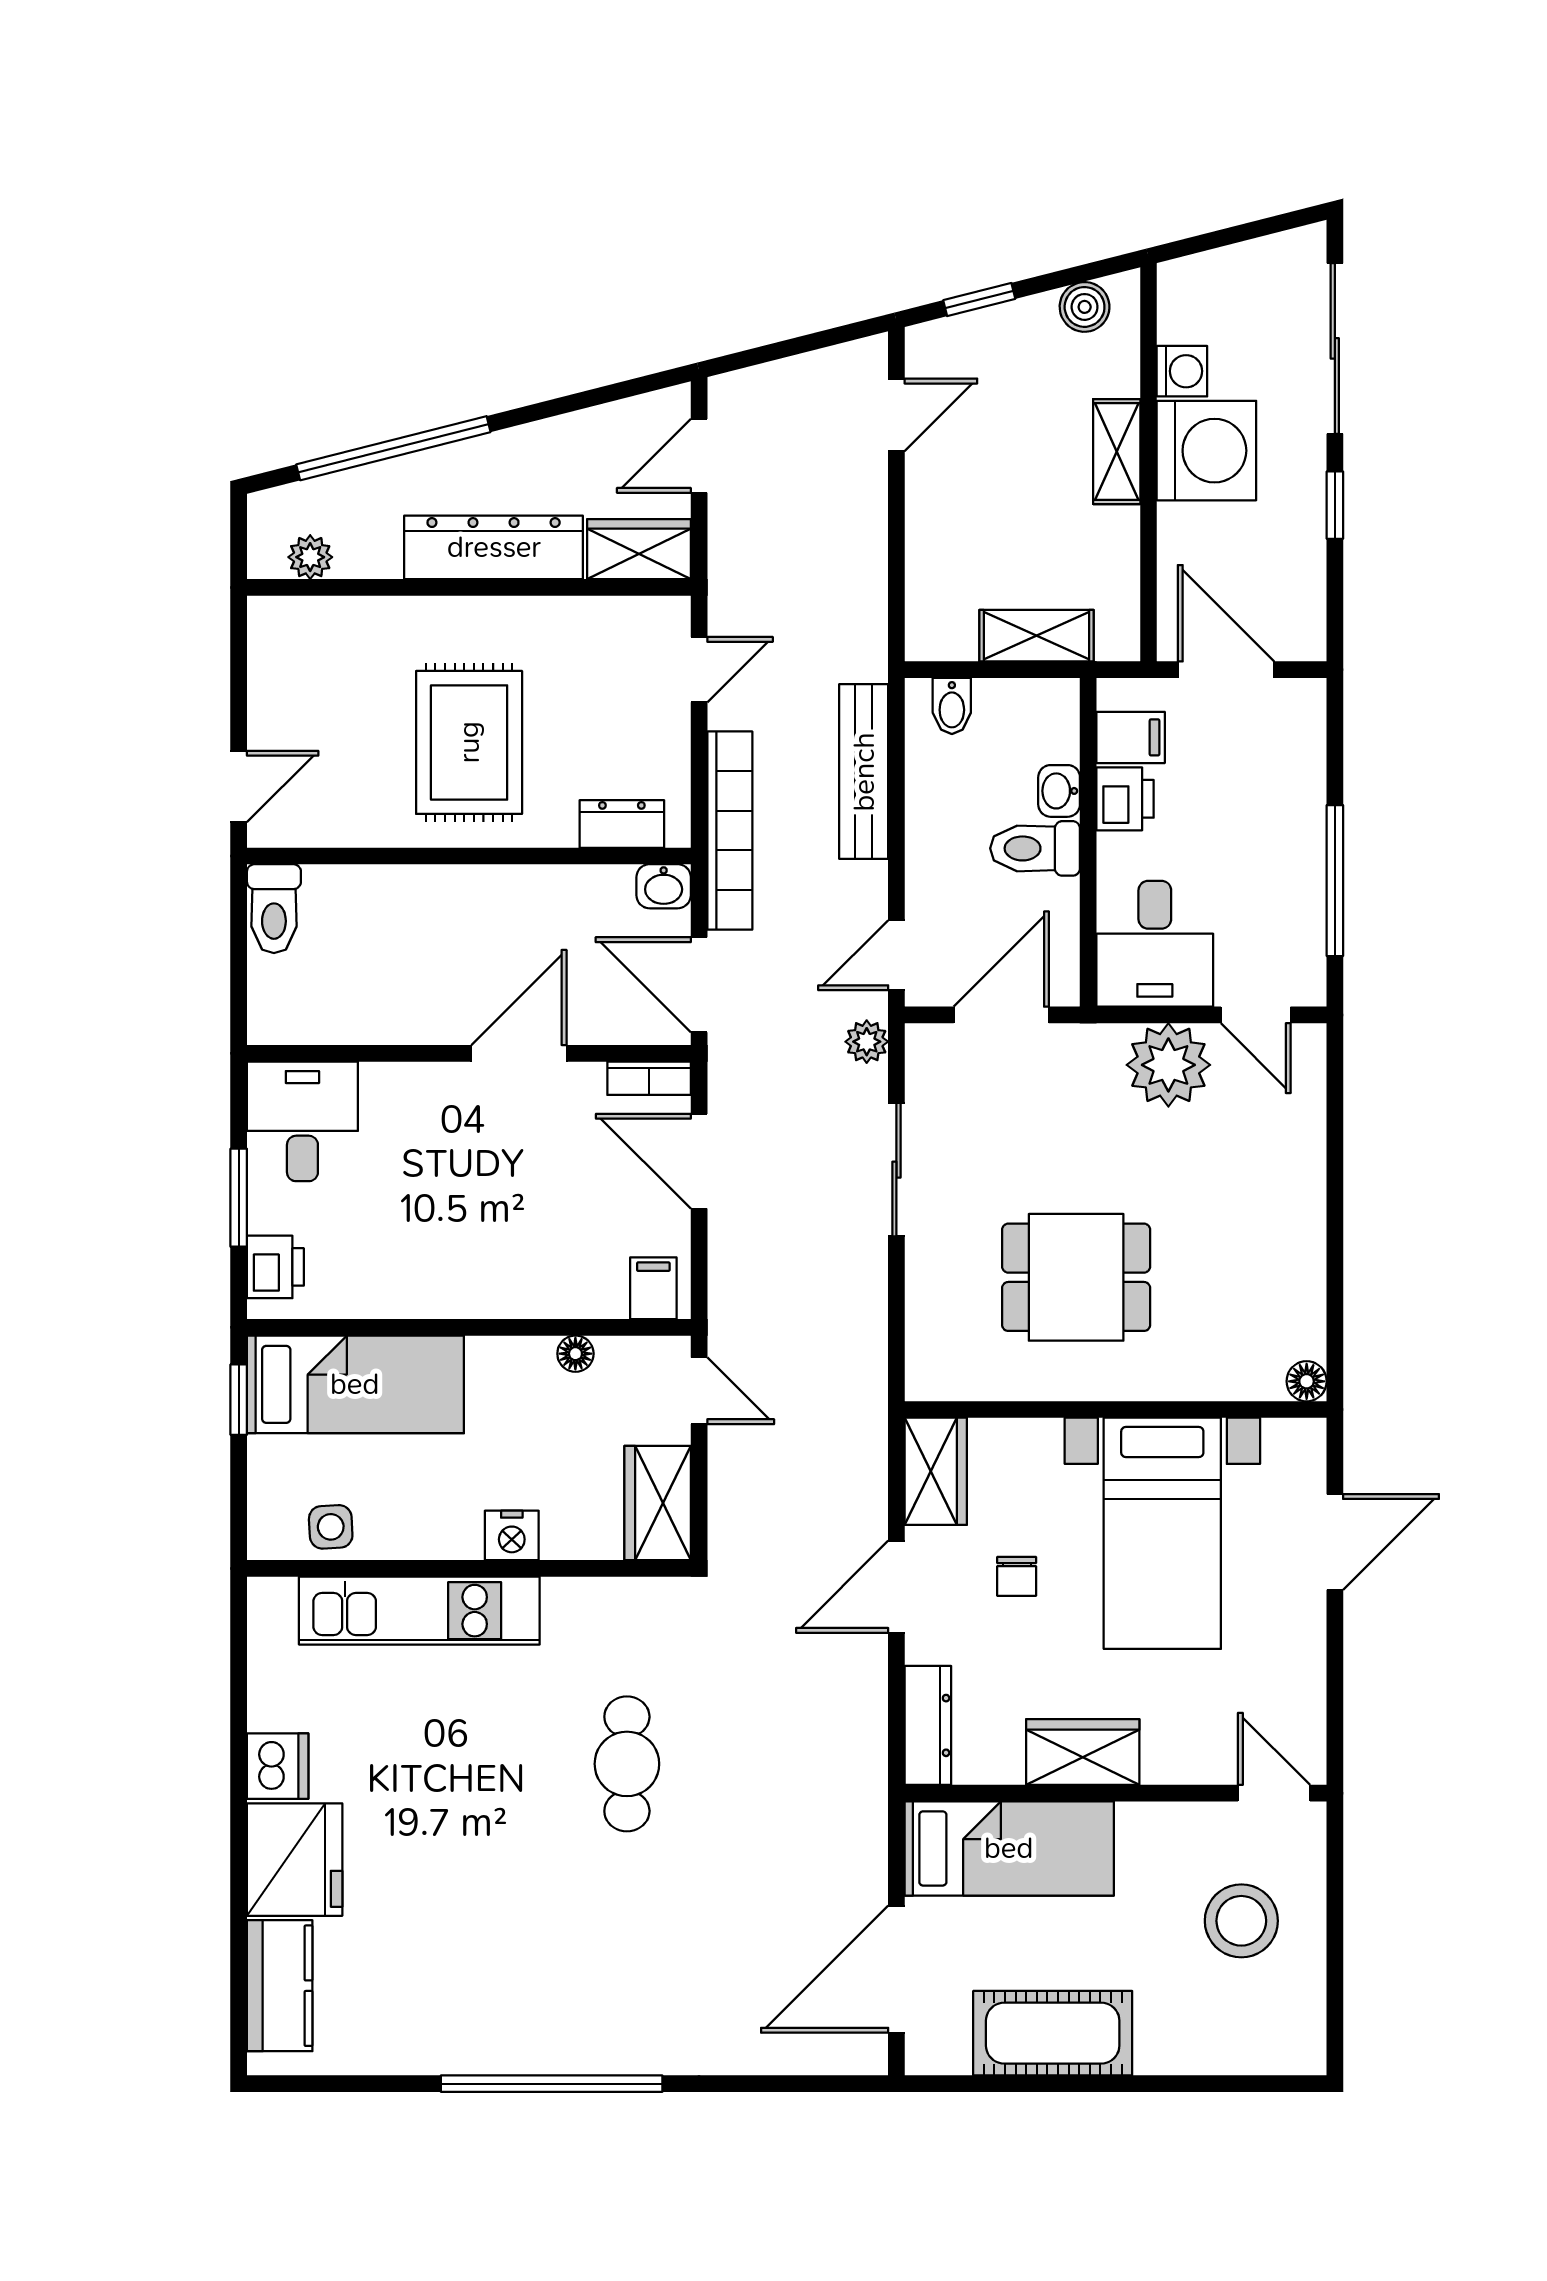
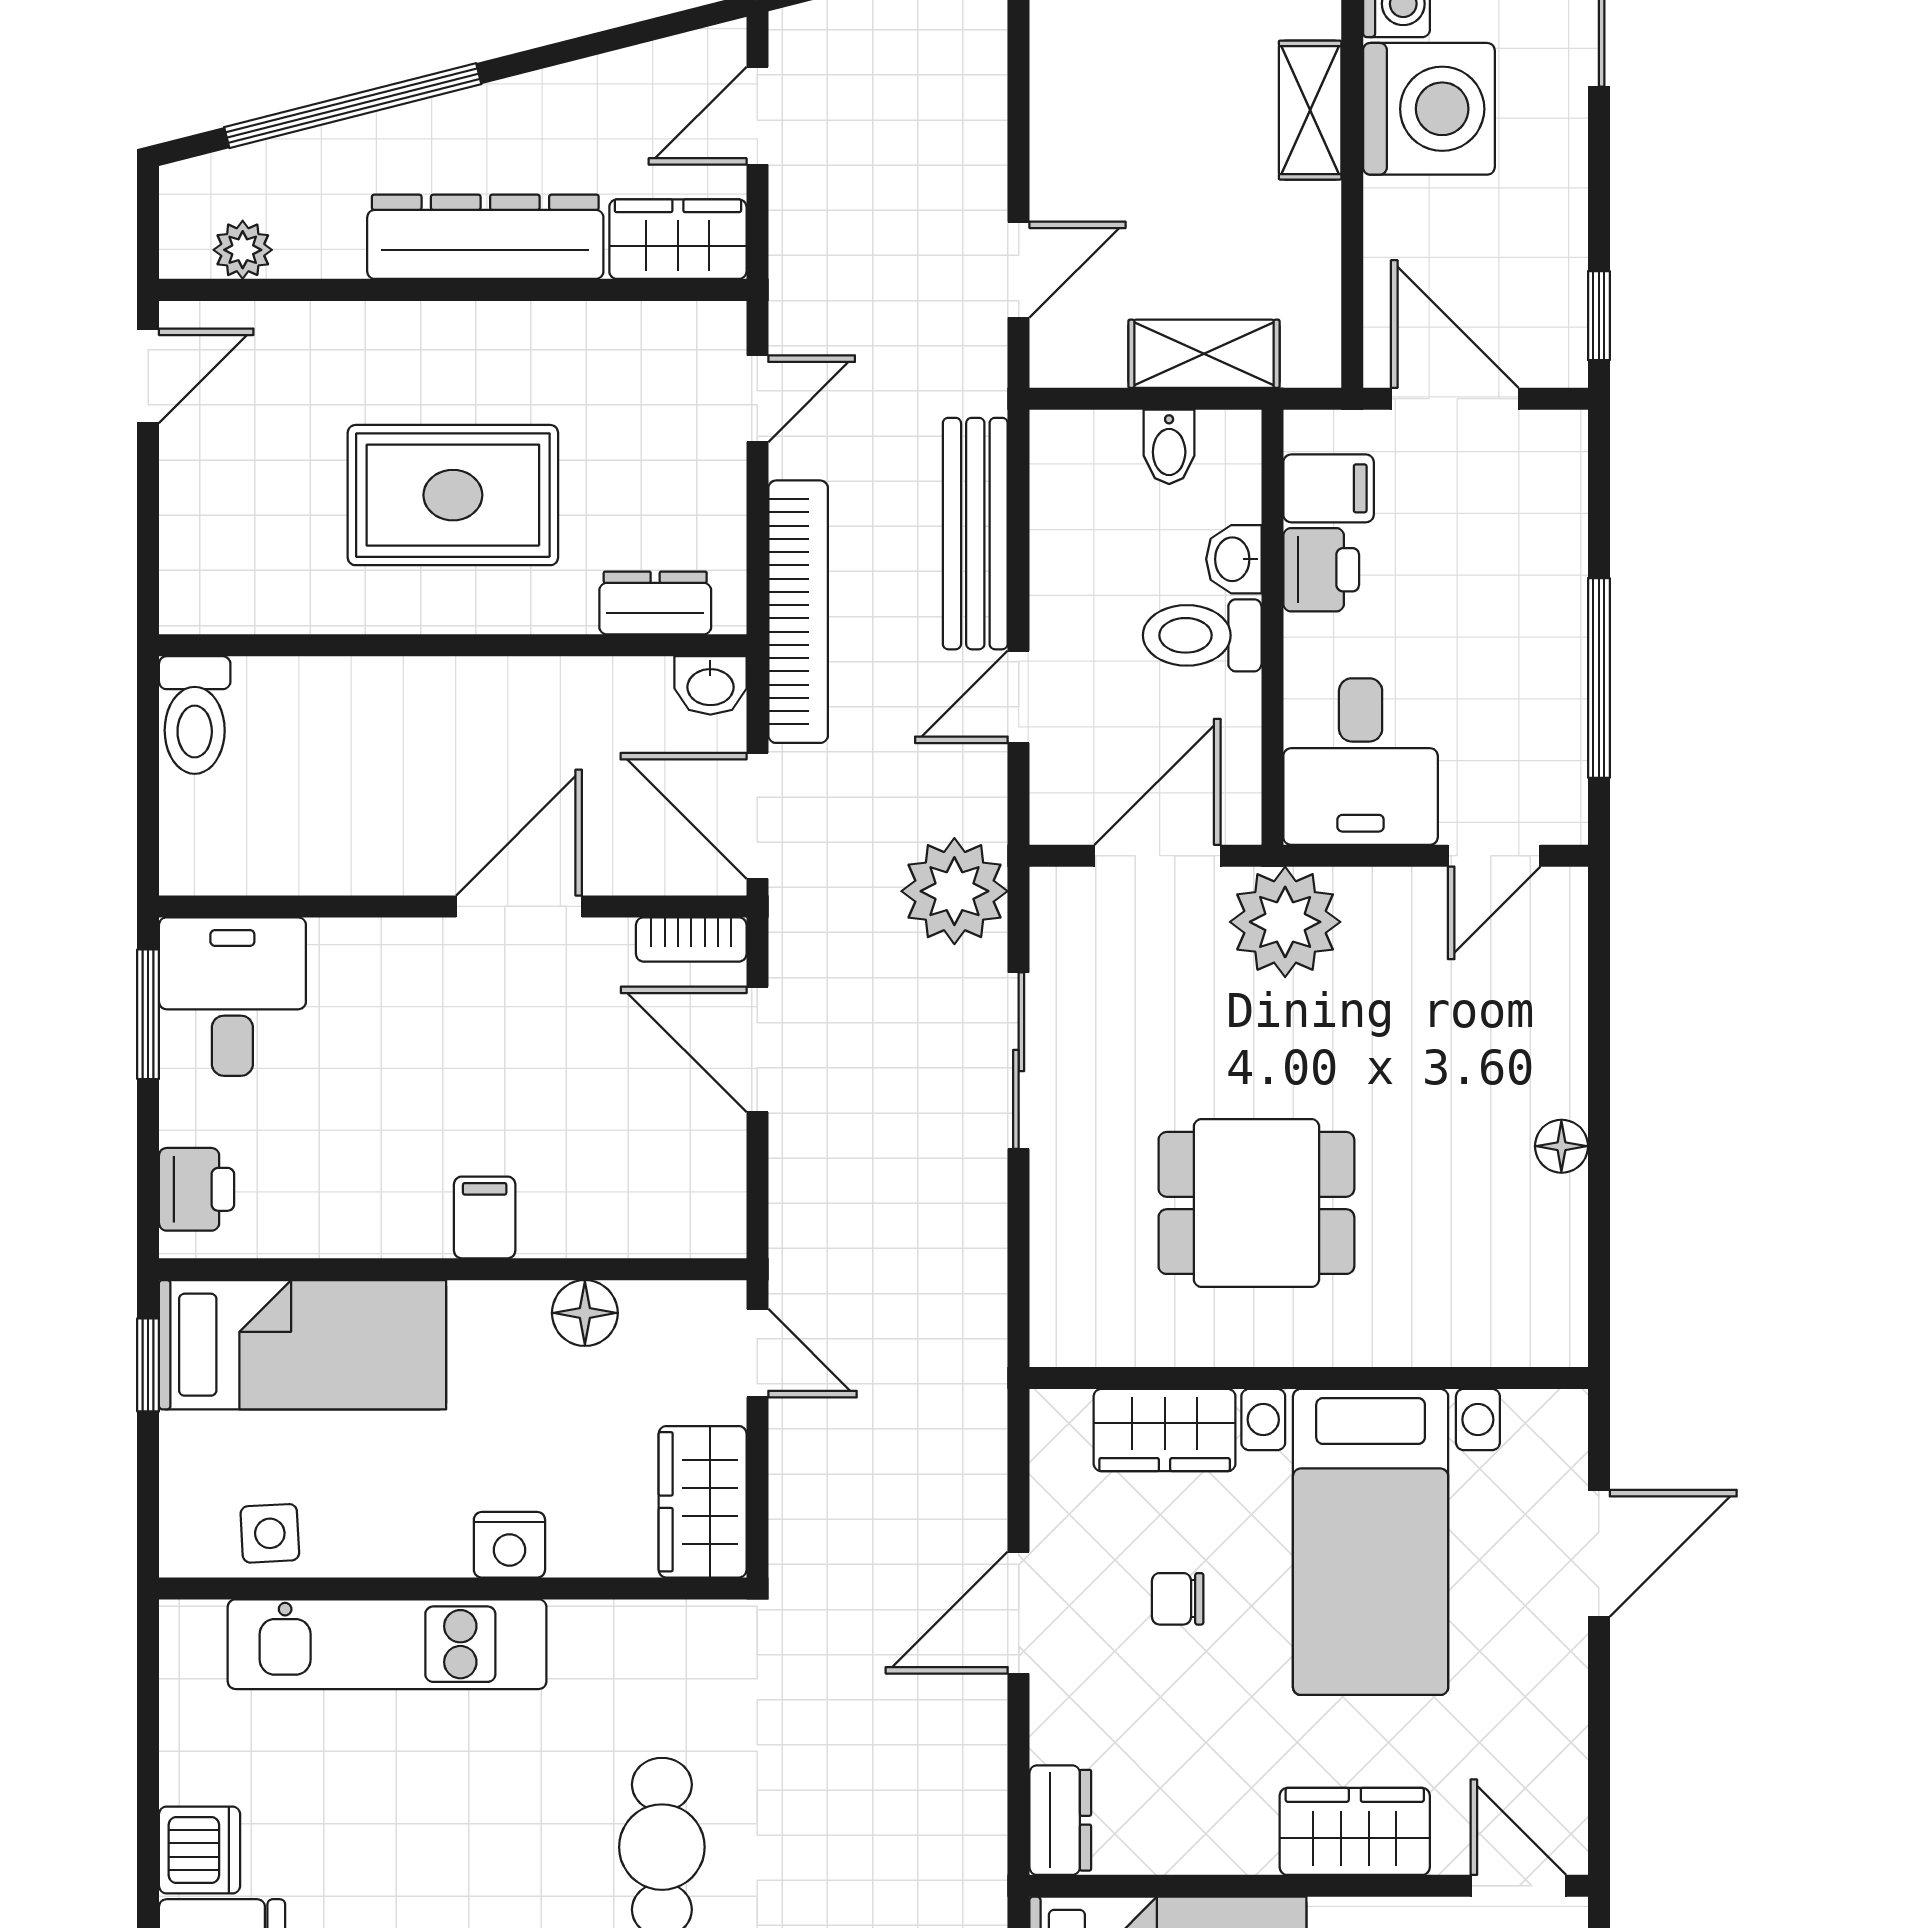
door: (896, 415) -> (1019, 270), moved
window: (1335, 505) -> (1599, 316), moved
bidet: (952, 706) -> (1169, 447), moved
rug: (469, 742) -> (453, 495), turned 90
door: (239, 786) -> (148, 376), moved
door: (896, 955) -> (1019, 697), moved
door: (1256, 1015) -> (1494, 856), hinge flipped
plant: (867, 1042) -> (954, 891), width x1.88, depth x1.88
plant: (1168, 1065) -> (1285, 922), moved
window: (239, 1198) -> (148, 1014), moved
filing cabinet: (653, 1288) -> (485, 1217), moved
floor lamp: (575, 1354) -> (585, 1313), width x1.37, depth x1.37
floor lamp: (1307, 1381) -> (1561, 1146), moved
wardrobe: (936, 1471) -> (1165, 1430), moved, turned 90
chair: (1017, 1576) -> (1178, 1599), turned 90
dresser: (928, 1725) -> (1060, 1820), width x0.70
wardrobe: (1083, 1752) -> (1355, 1831), moved

